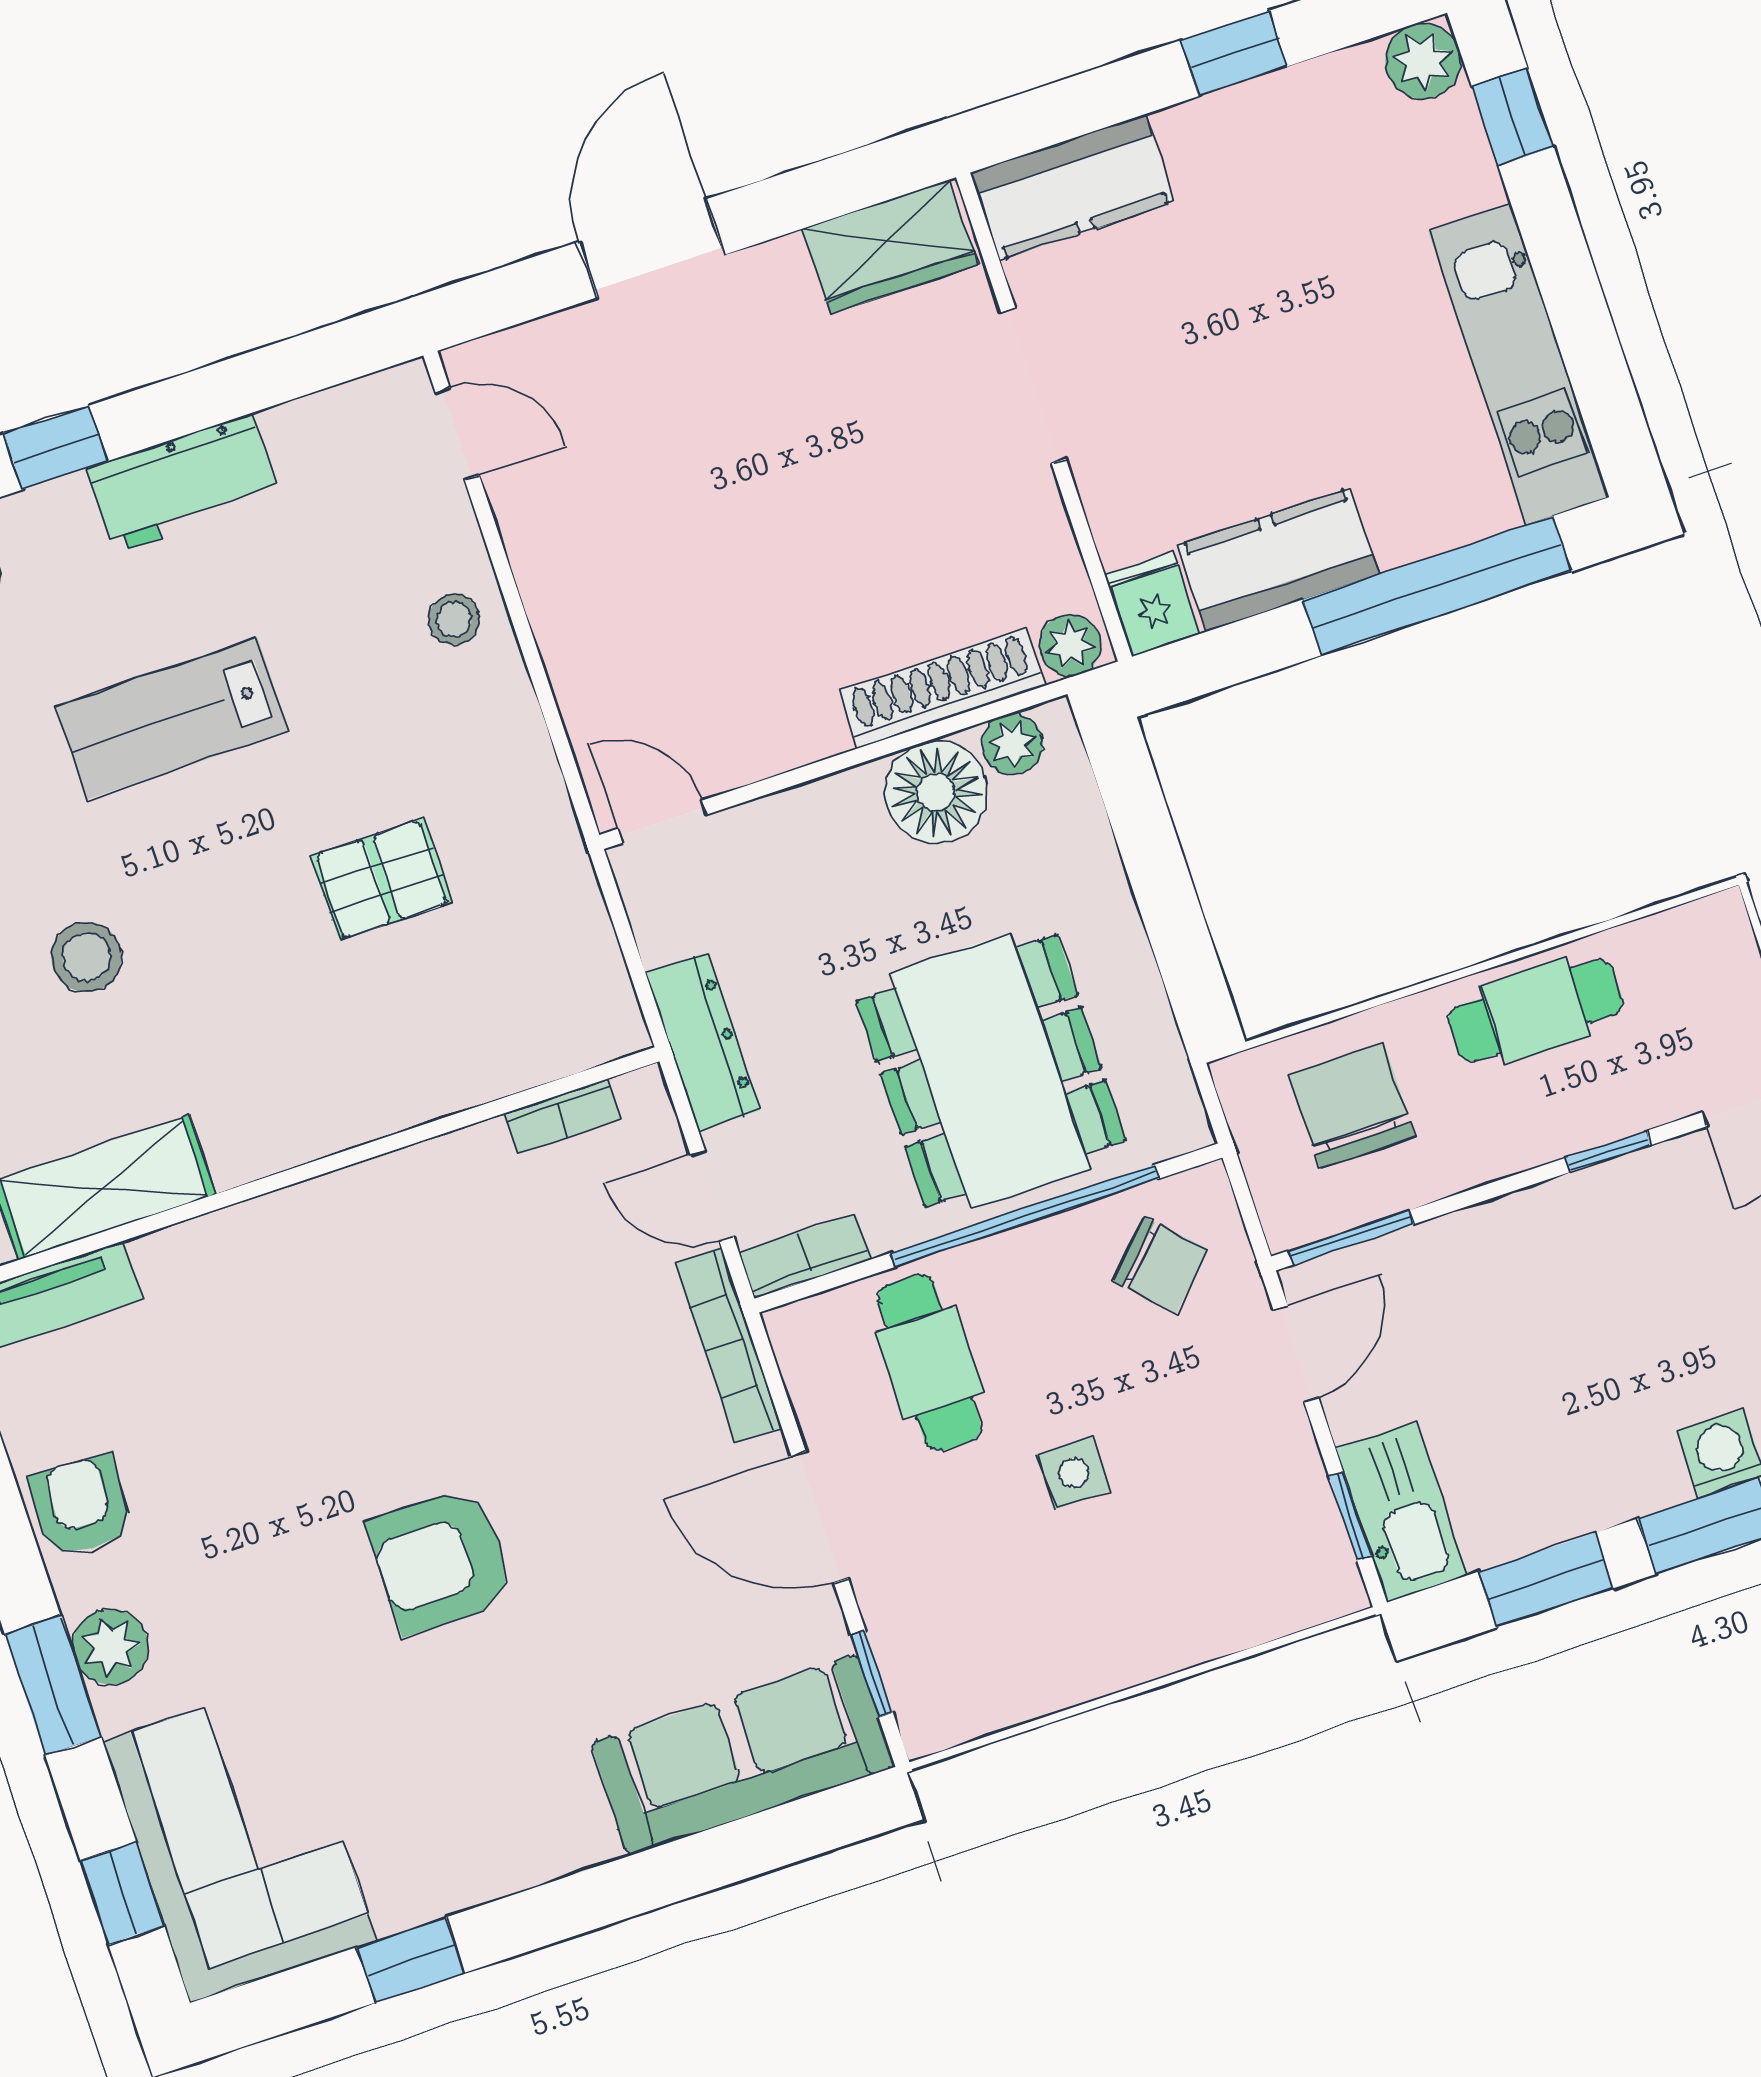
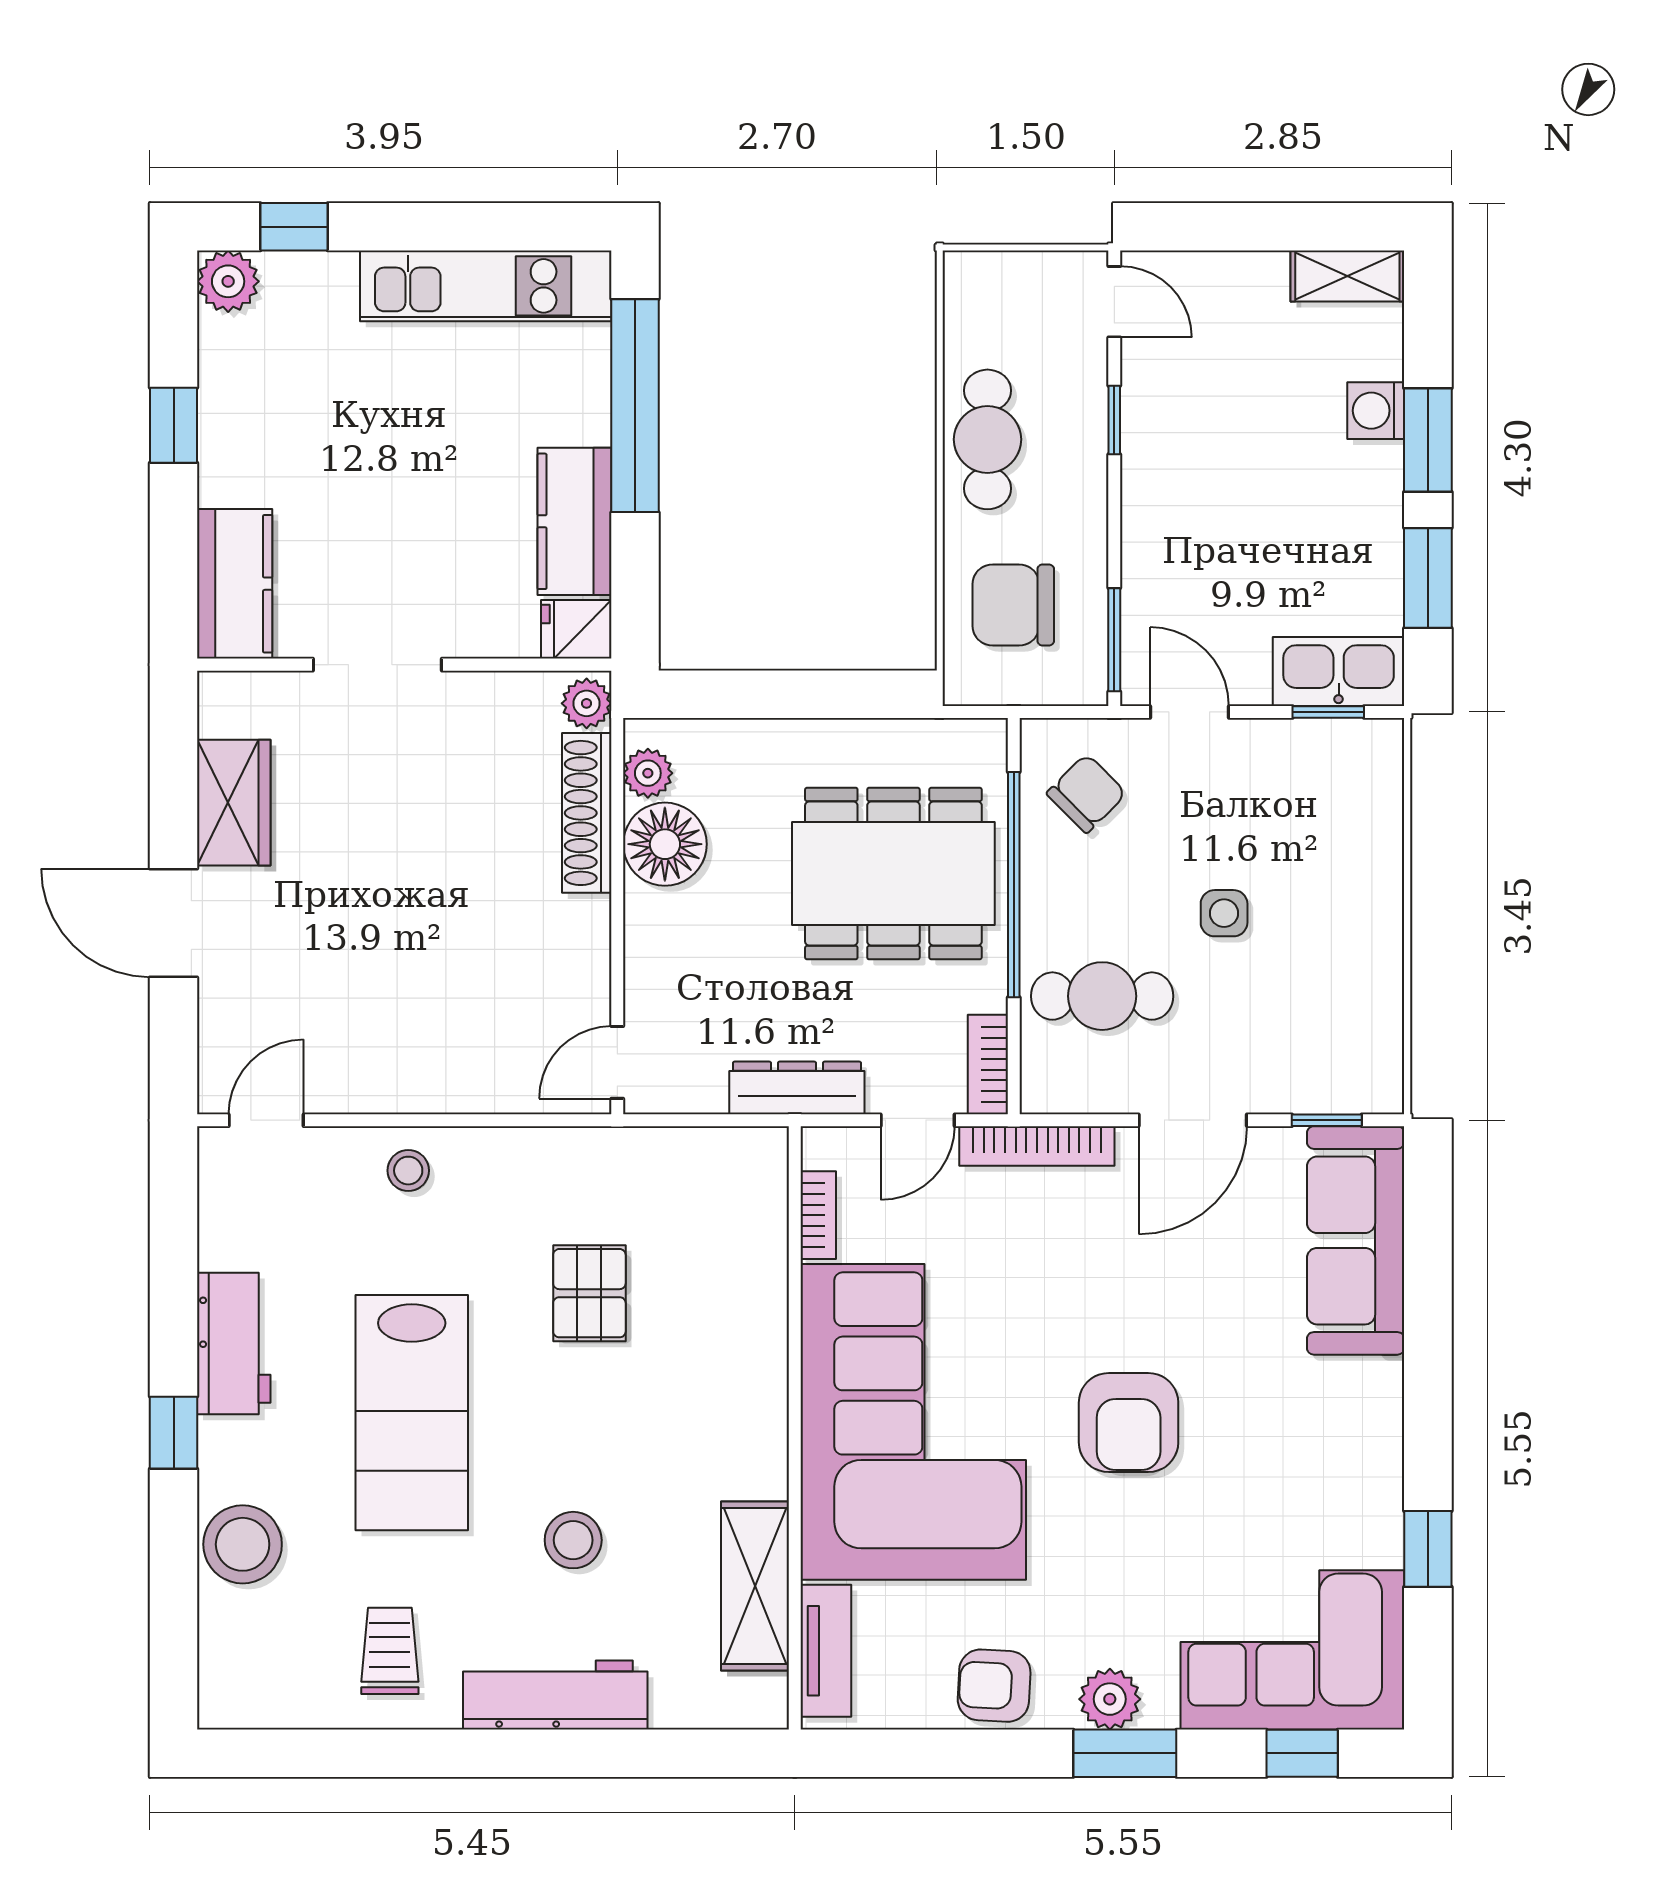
wardrobe: (890, 247) -> (234, 803), moved
lab bench: (172, 718) -> (412, 1413), width x1.36, depth x1.39
corner sofa: (358, 1308) -> (913, 1422), added

